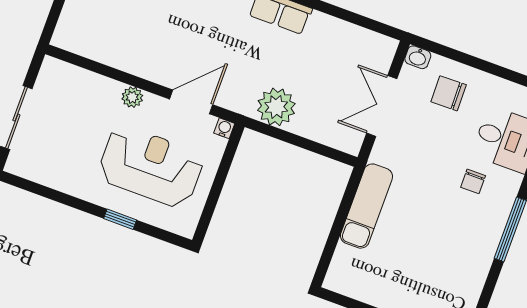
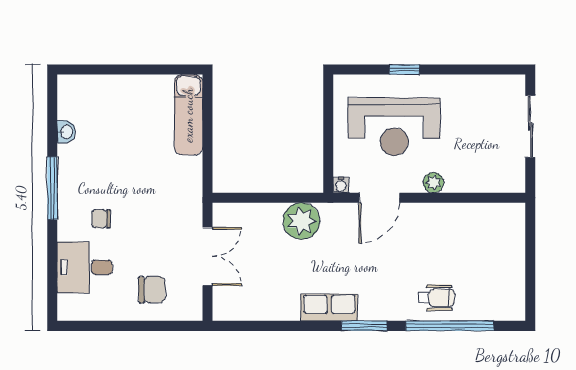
washbasin: (418, 57) -> (66, 132), moved, turned 90
chair: (473, 181) -> (101, 219), turned -90
exam couch: (366, 206) -> (188, 115), moved

